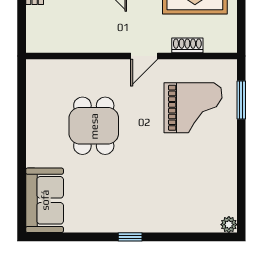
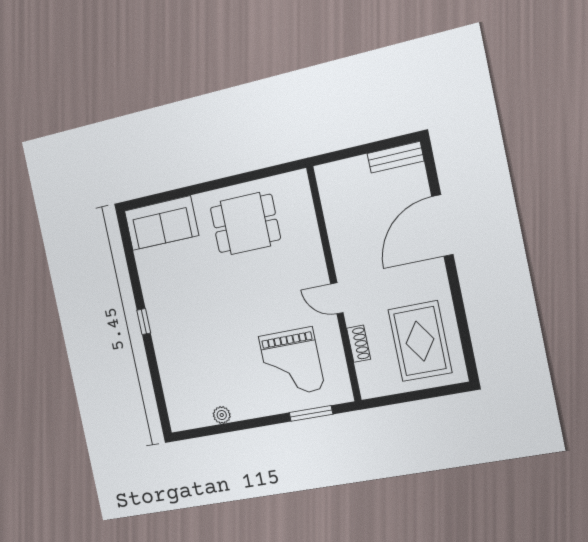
dining table: (94, 126) -> (245, 223), moved
plant: (229, 225) -> (222, 415), moved

